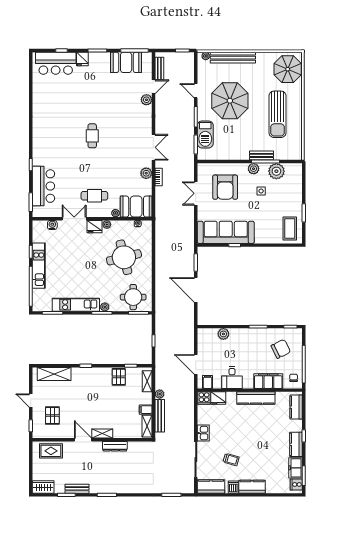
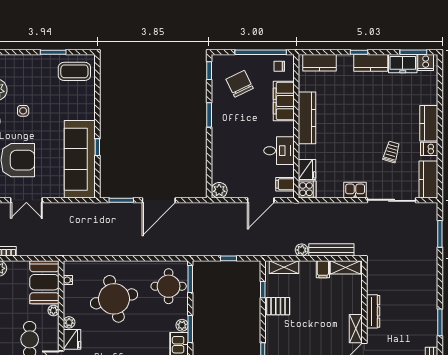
plant: (223, 334) -> (219, 190), moved

